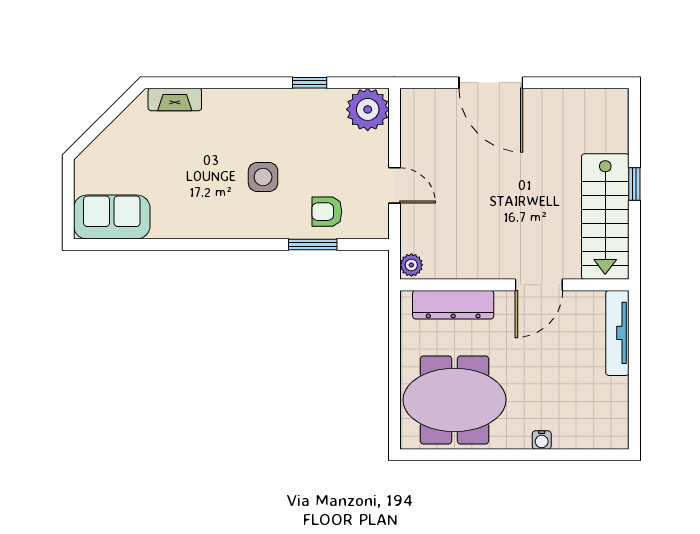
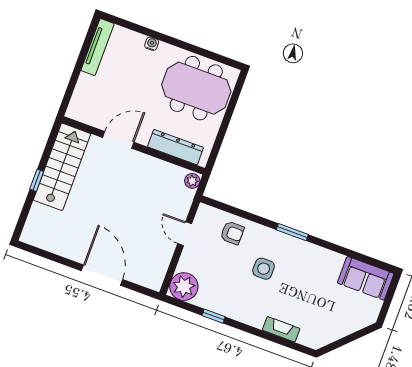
fireplace: (175, 99) -> (281, 329), moved
window: (313, 244) -> (292, 232), moved
tv unit: (617, 333) -> (97, 47), moved

